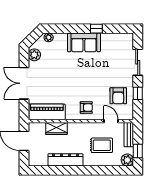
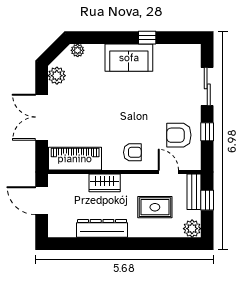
armchair: (118, 96) -> (179, 135), turned 90
wardrobe: (56, 129) -> (105, 183), moved
window: (138, 151) -> (207, 200), moved

